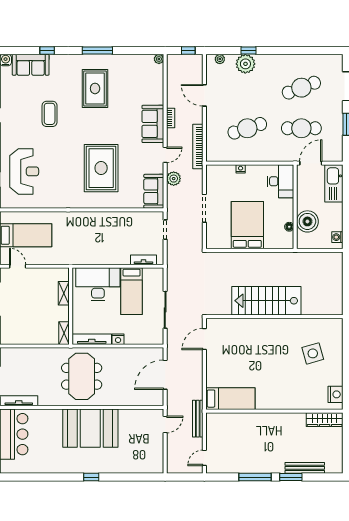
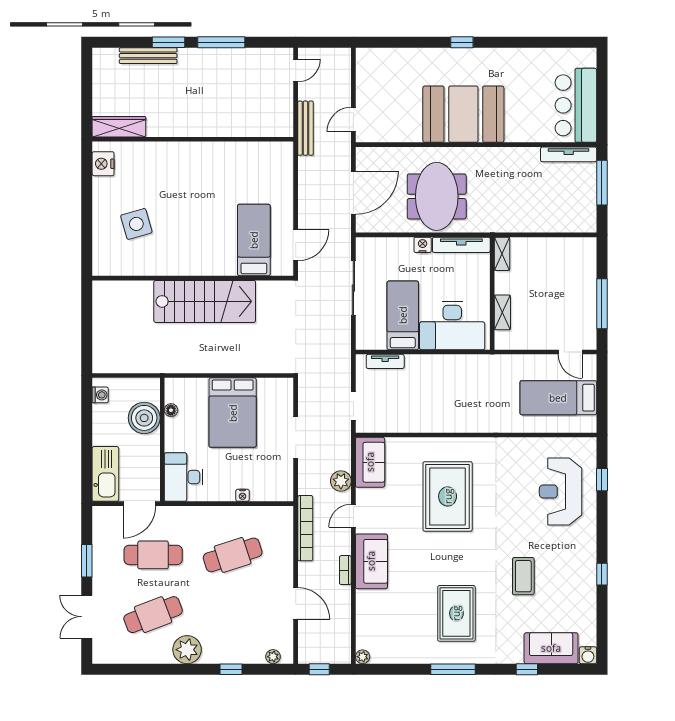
plant: (245, 64) -> (187, 650), moved
meeting table: (82, 376) -> (437, 196), moved
bed: (230, 399) -> (254, 240), moved, turned 90

